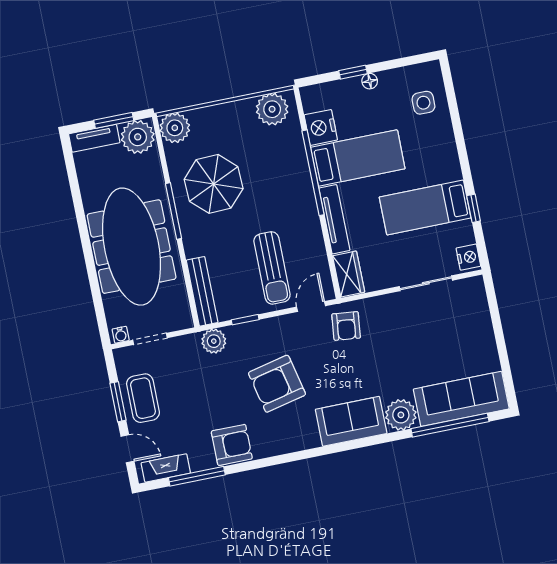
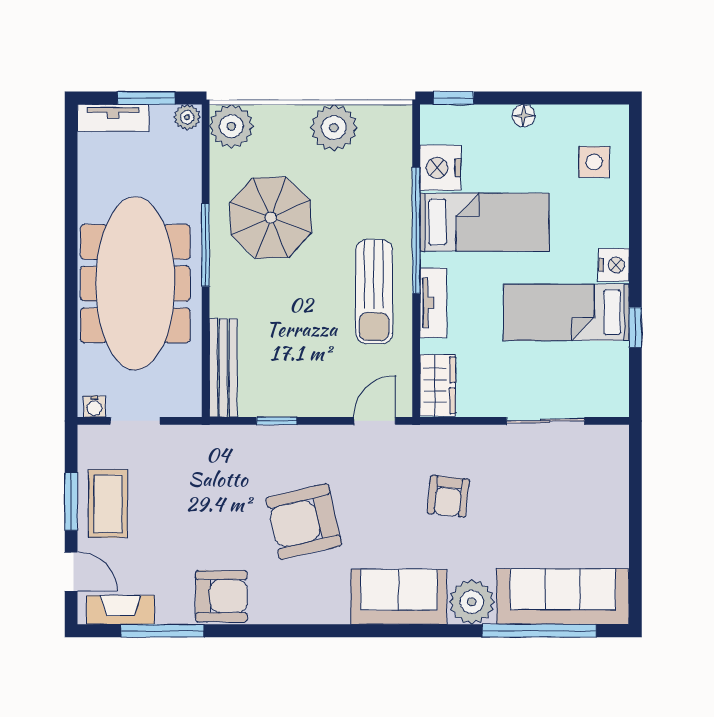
window: (353, 72) -> (453, 98), moved
plant: (272, 109) -> (334, 128), moved
plant: (138, 137) -> (187, 117), width x0.53, depth x0.53
tv unit: (334, 219) -> (433, 303), width x0.71
nightstand: (468, 257) -> (614, 265), moved
sun lounger: (272, 268) -> (374, 292), moved
armchair: (346, 326) -> (448, 496), moved
plant: (214, 341) -> (226, 442), removed

